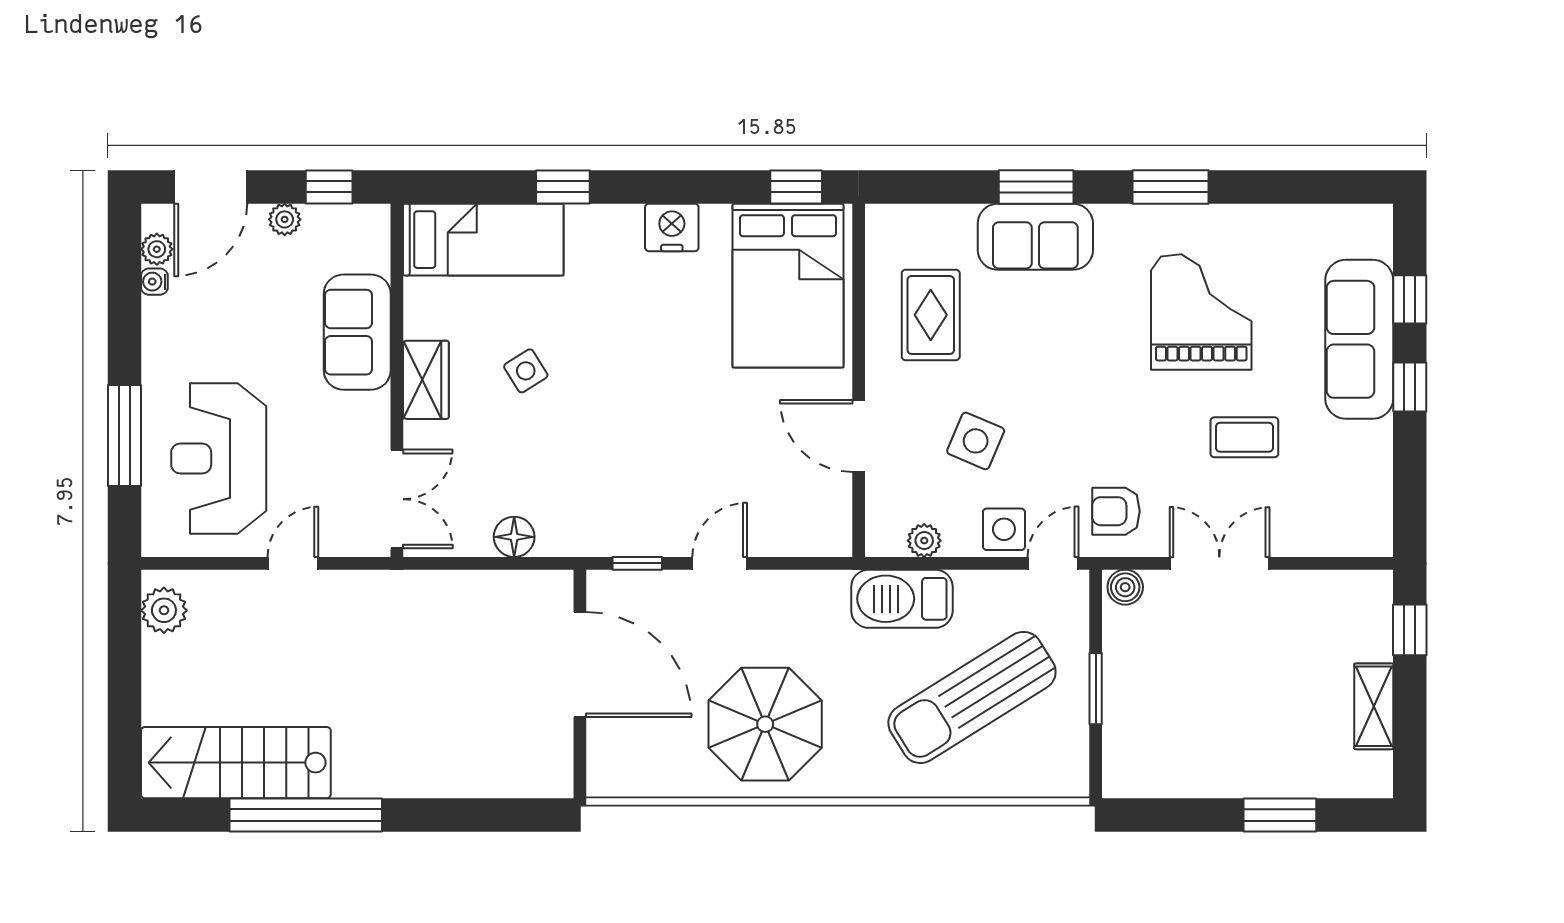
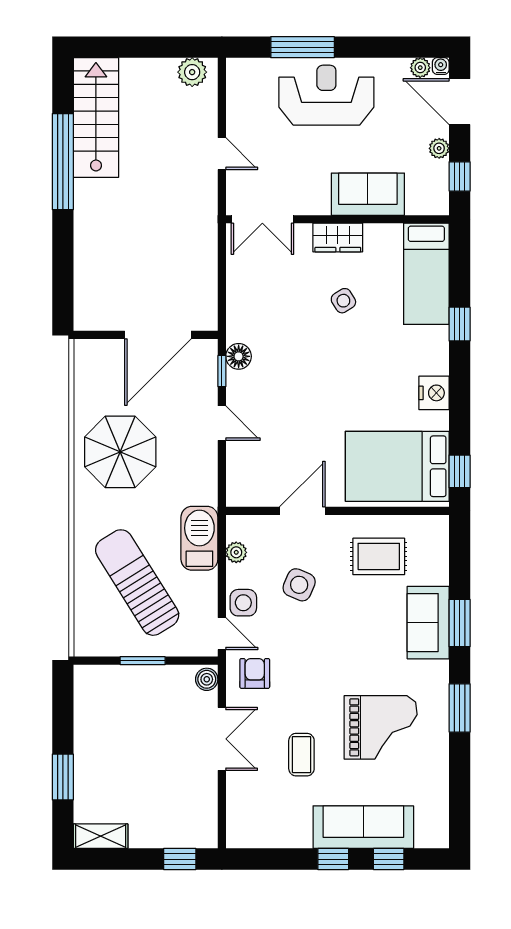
water cooler: (154, 282) -> (441, 66), moved
reception desk: (219, 459) -> (326, 95), moved
floor lamp: (514, 537) -> (239, 356), moved
shelving: (1374, 706) -> (101, 836), moved

